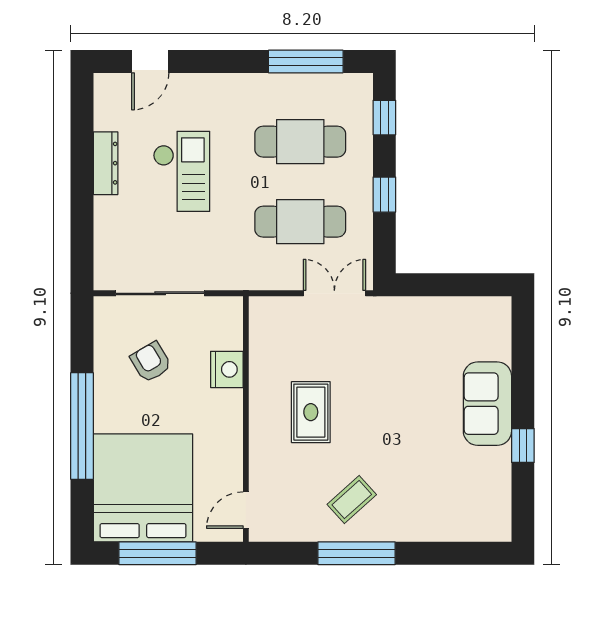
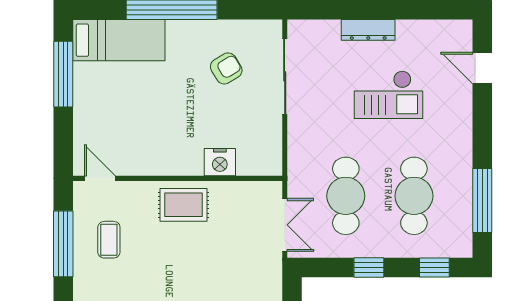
dresser: (106, 163) -> (368, 30), moved
nightstand: (227, 369) -> (220, 162), moved
wall: (246, 419) -> (178, 178), moved
bed: (143, 488) -> (119, 40), width x0.49
coffee table: (352, 500) -> (109, 240), turned 42
door: (246, 510) -> (100, 178), moved

